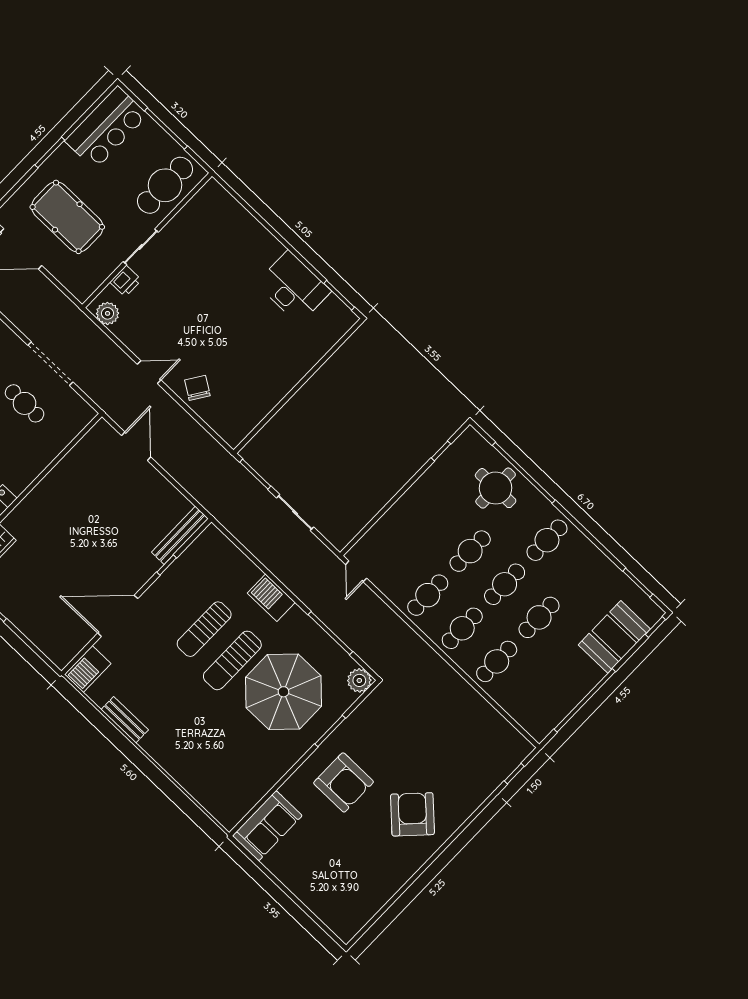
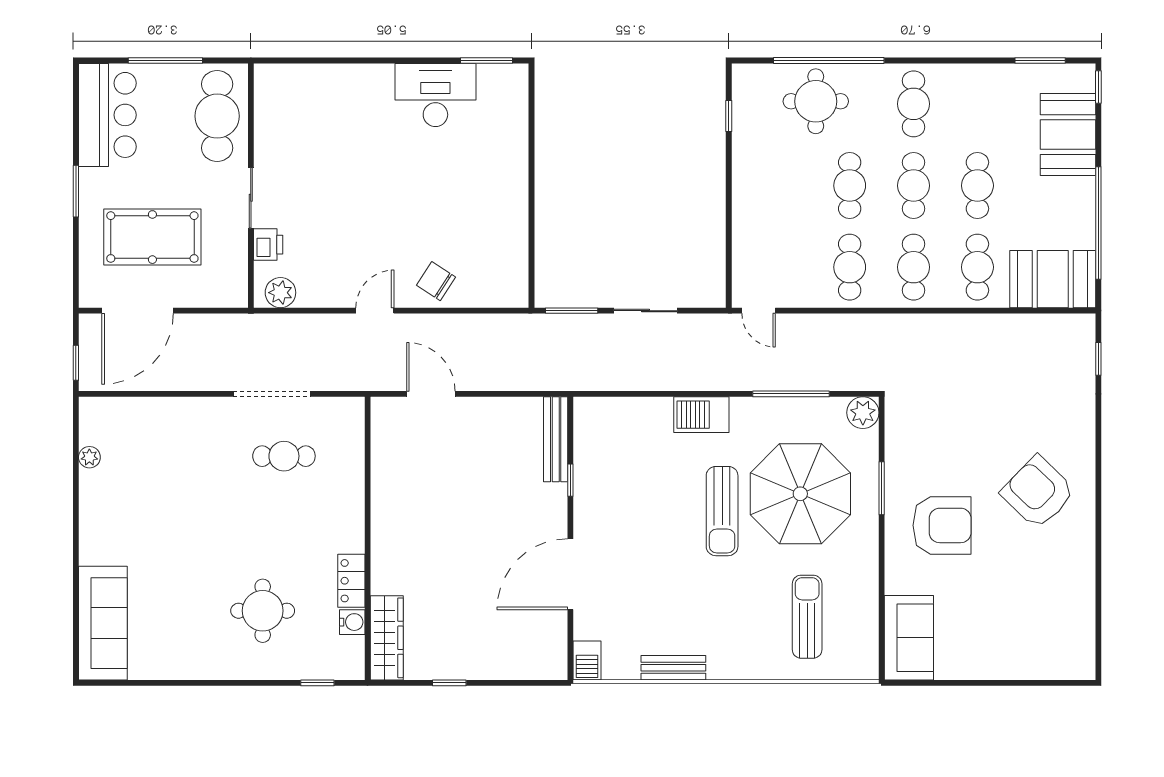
sun lounger: (204, 629) -> (807, 617), moved, turned 180
barbecue: (88, 669) -> (587, 661), width x0.73, depth x0.79
booth: (531, 707) -> (1053, 279), added

